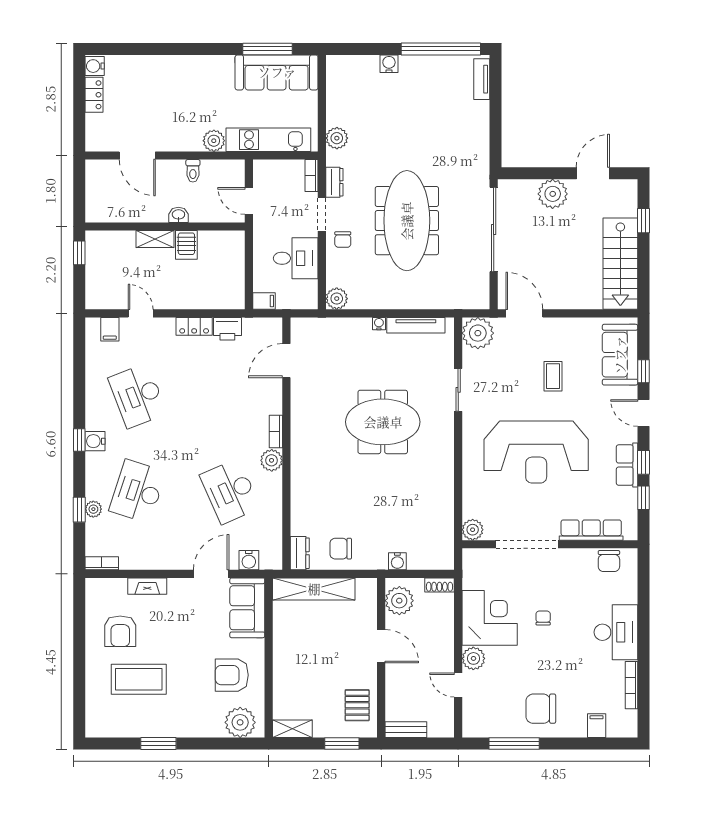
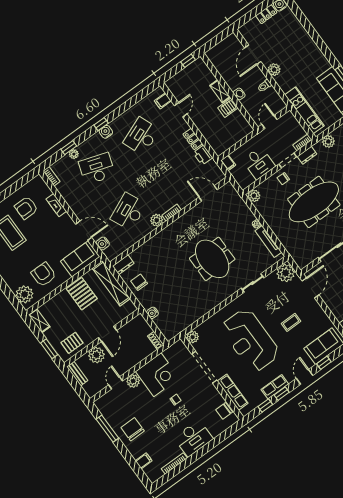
plant: (214, 141) -> (274, 70), moved
plant: (399, 601) -> (96, 355), moved
pallet: (298, 641) -> (82, 294), added

